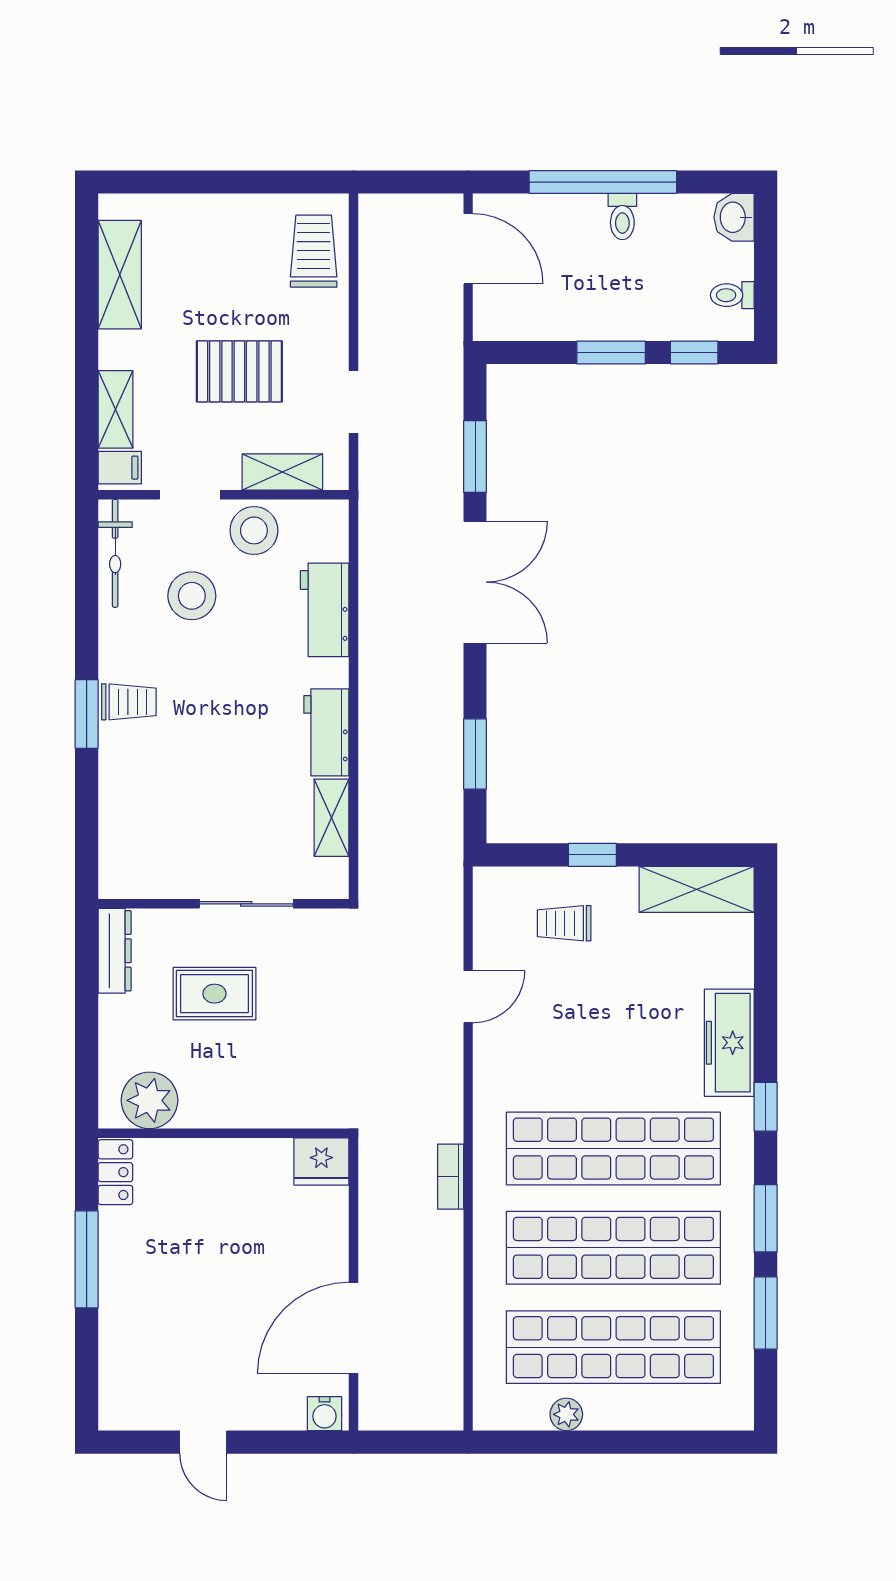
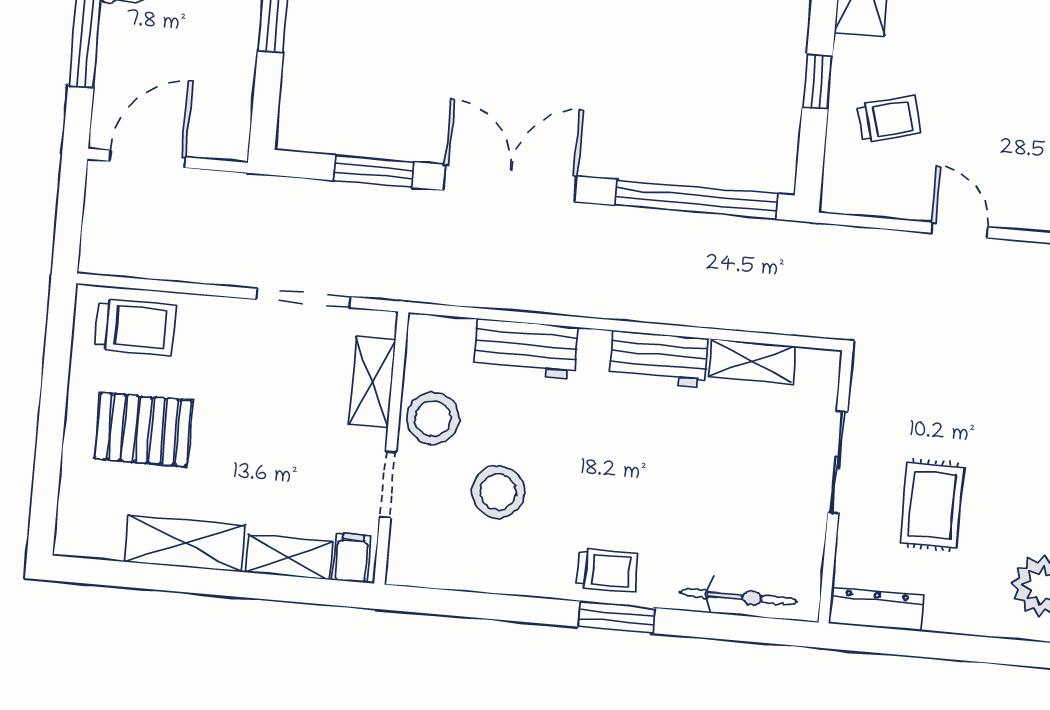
trolley: (314, 251) -> (135, 327), turned 180
shelving: (120, 275) -> (185, 543), moved
pallet: (239, 371) -> (144, 430), moved, turned 90
doorway: (353, 402) -> (303, 298), width x1.38
bicycle: (115, 553) -> (738, 597), moved
trolley: (129, 702) -> (607, 570), turned 90
window: (475, 754) -> (697, 199), width x2.11
trolley: (564, 923) -> (889, 119), turned -105

